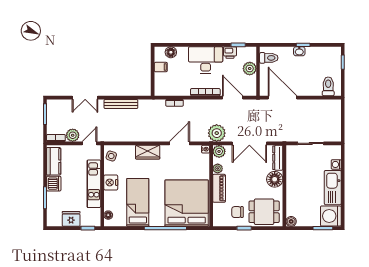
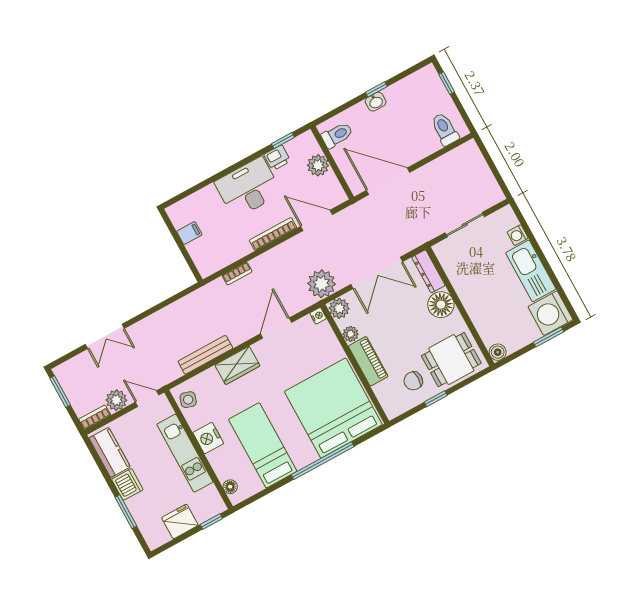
floor lamp: (171, 52) -> (192, 204), removed
bench: (121, 104) -> (205, 355), moved
door: (90, 143) -> (147, 399), hinge flipped

